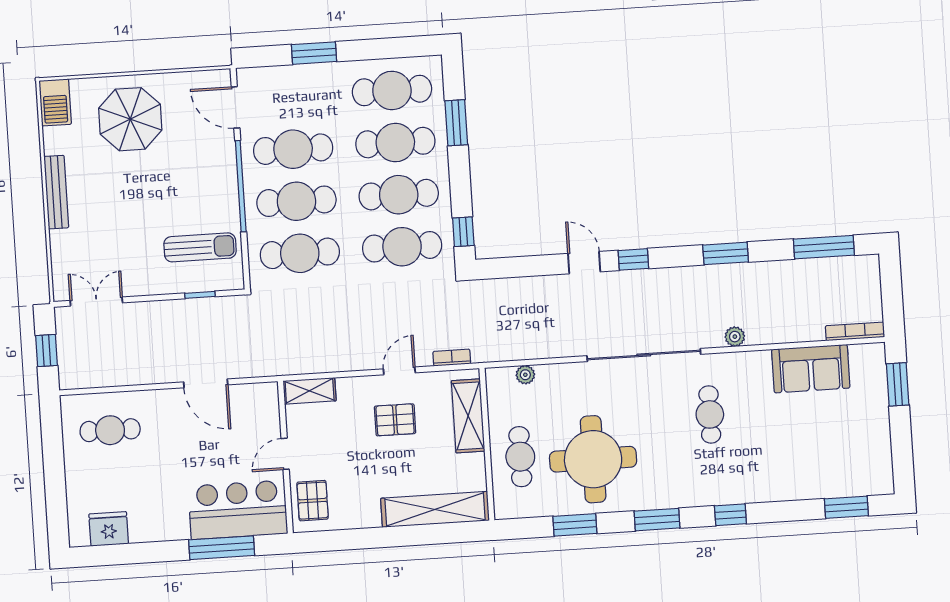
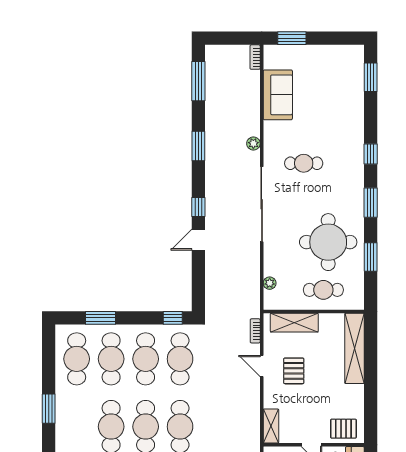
bookcase: (855, 331) -> (255, 57), width x0.64

